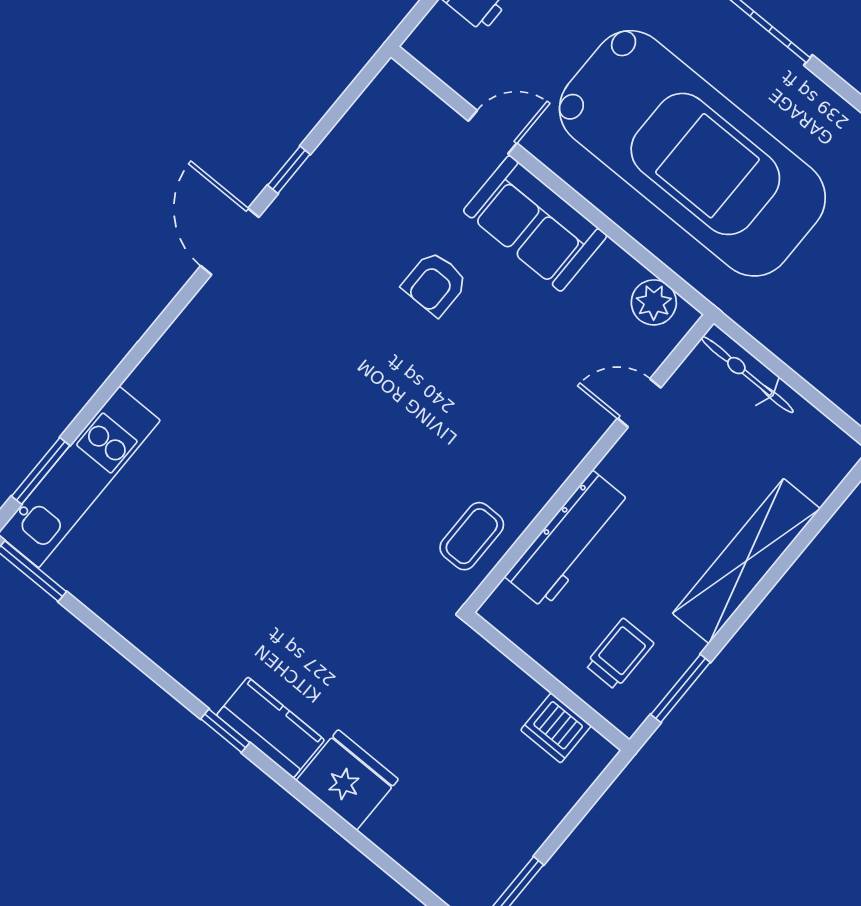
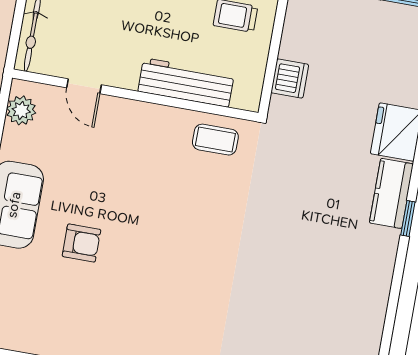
dishwasher: (556, 728) -> (290, 79), moved

